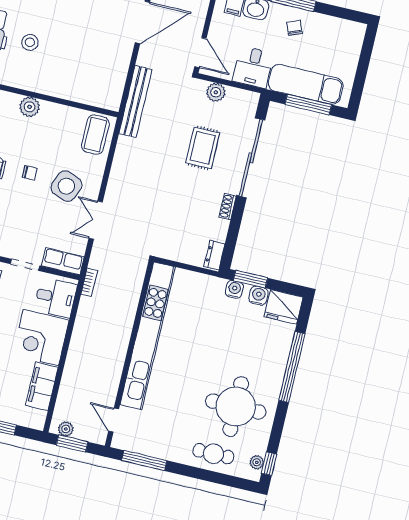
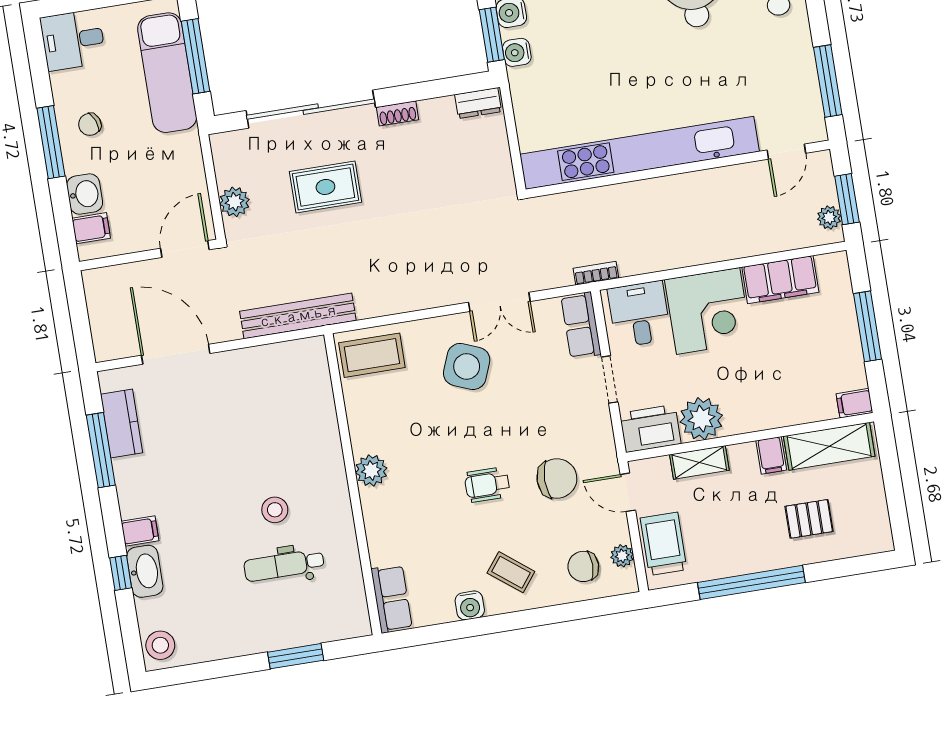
desk: (253, 67) -> (73, 40), moved, turned 180
chair: (30, 173) -> (469, 429), removed

